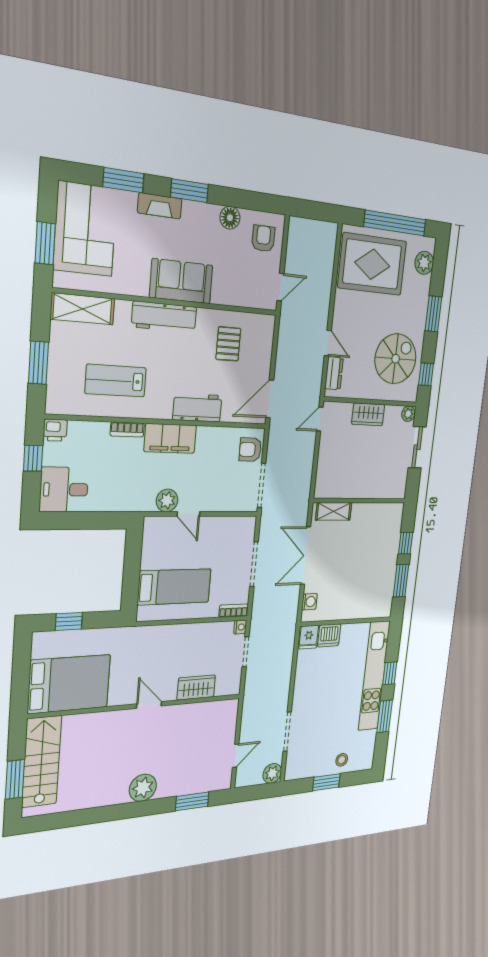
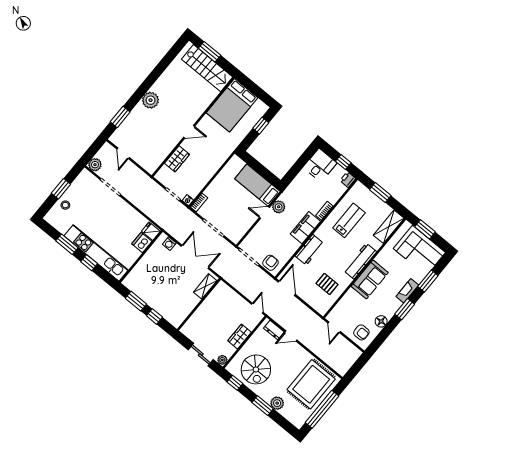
plant: (424, 263) -> (277, 403), moved
bed: (174, 587) -> (257, 185), moved, turned 90

